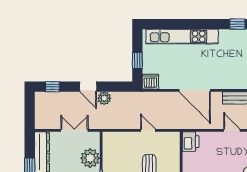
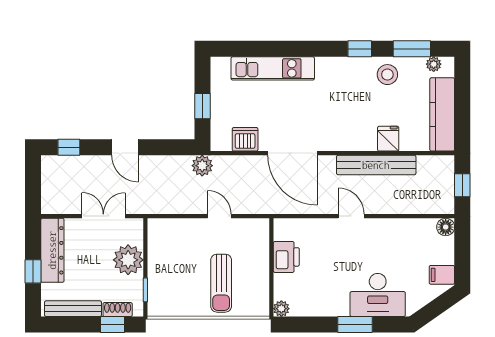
kitchen unit: (182, 36) -> (273, 68), width x0.73
dishwasher: (150, 82) -> (245, 139), moved
plant: (104, 98) -> (202, 166), moved
printer: (191, 142) -> (286, 257), moved

